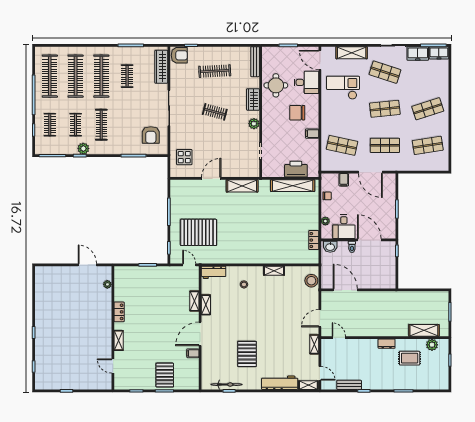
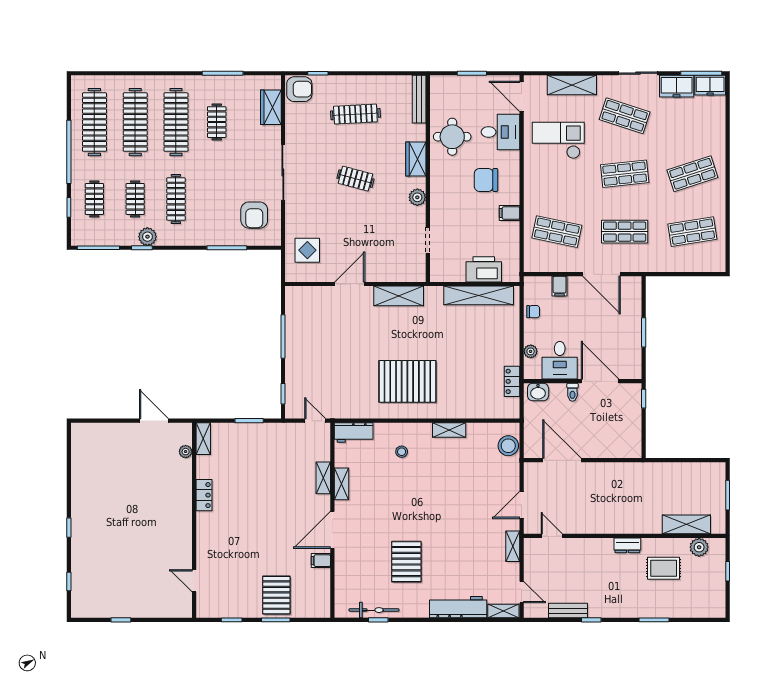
wardrobe: (161, 67) -> (271, 107), width x0.67
pallet: (199, 232) -> (407, 381), moved
shelving: (119, 340) -> (203, 439), moved

